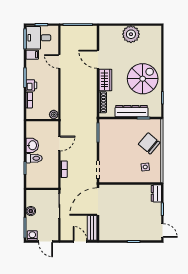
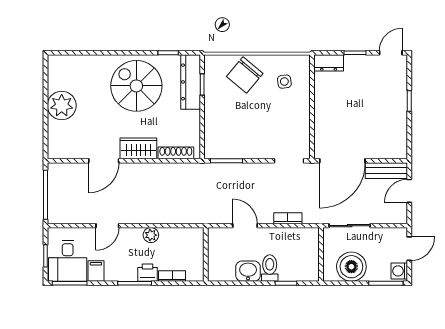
dresser: (131, 111) -> (191, 82), moved
plant: (54, 115) -> (151, 235), moved
door: (98, 202) -> (342, 161), hinge flipped
boiler: (31, 211) -> (351, 267), width x1.86, depth x1.86

